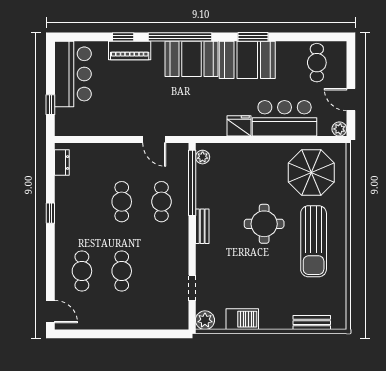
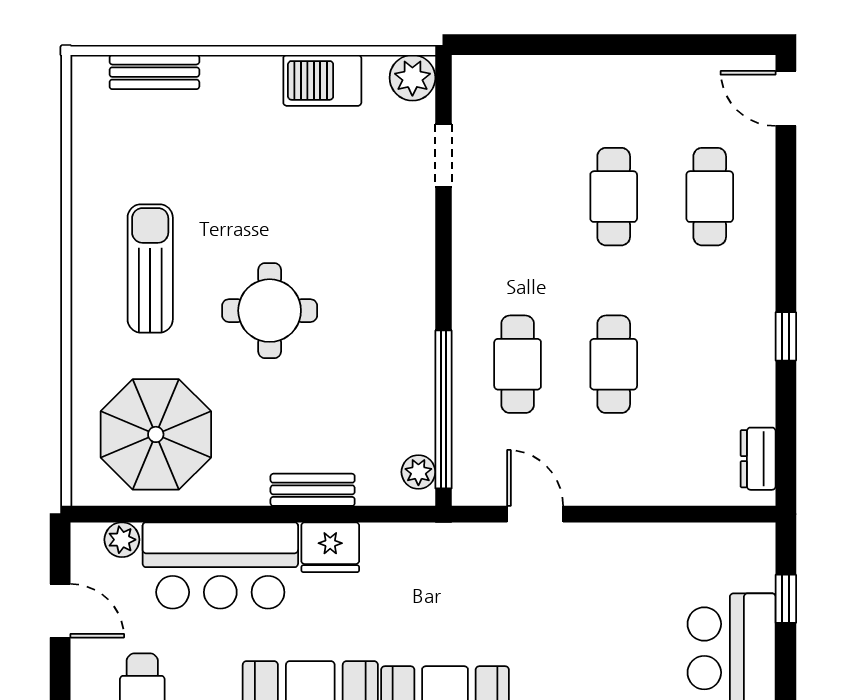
plant: (339, 129) -> (122, 540), moved
bench: (202, 226) -> (313, 490), moved, turned 90
sun lounger: (314, 241) -> (150, 268), width x0.73, depth x0.75

